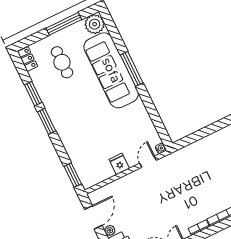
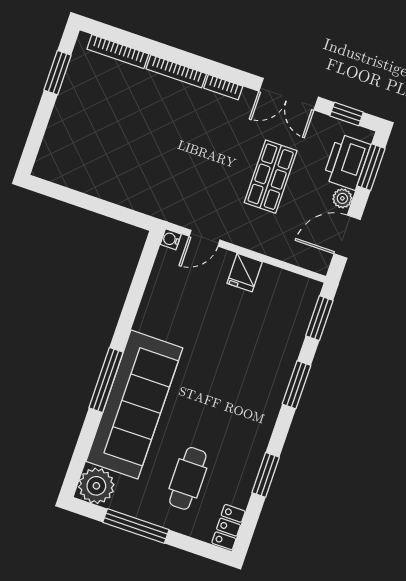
window: (47, 121) -> (296, 385), moved
shop shelf: (146, 211) -> (271, 177), added

